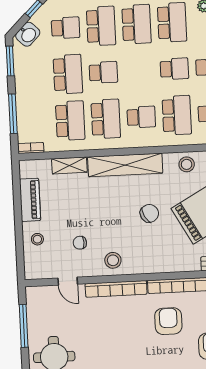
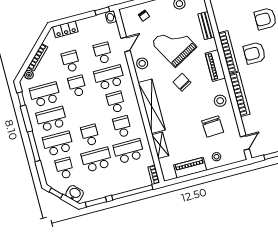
window: (13, 114) -> (132, 192), width x1.46
school desk: (106, 119) -> (122, 127), width x0.54
chair: (80, 243) -> (213, 126), width x1.87, depth x1.87
piano: (162, 264) -> (215, 66), added
door: (68, 281) -> (245, 143), moved

